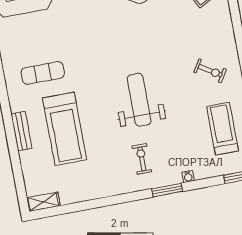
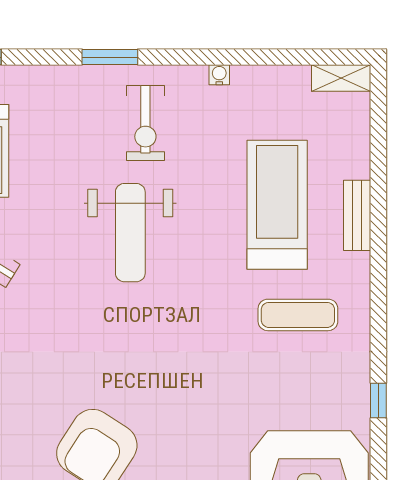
exercise bike: (142, 159) -> (145, 123), width x1.38, depth x1.39
water cooler: (188, 177) -> (219, 75), moved

